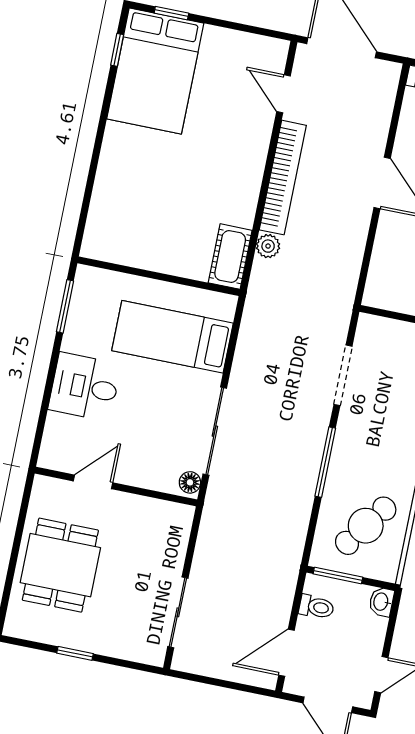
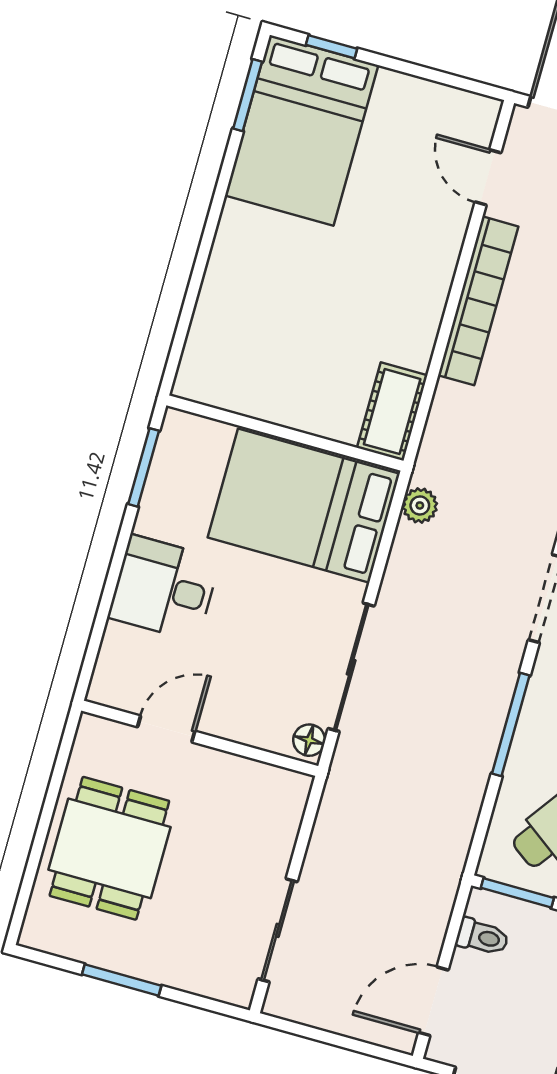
window: (117, 50) -> (248, 95), width x1.50
plant: (268, 246) -> (420, 505), moved
bed: (172, 337) -> (304, 506), width x1.50
window: (75, 653) -> (122, 980), width x1.50

